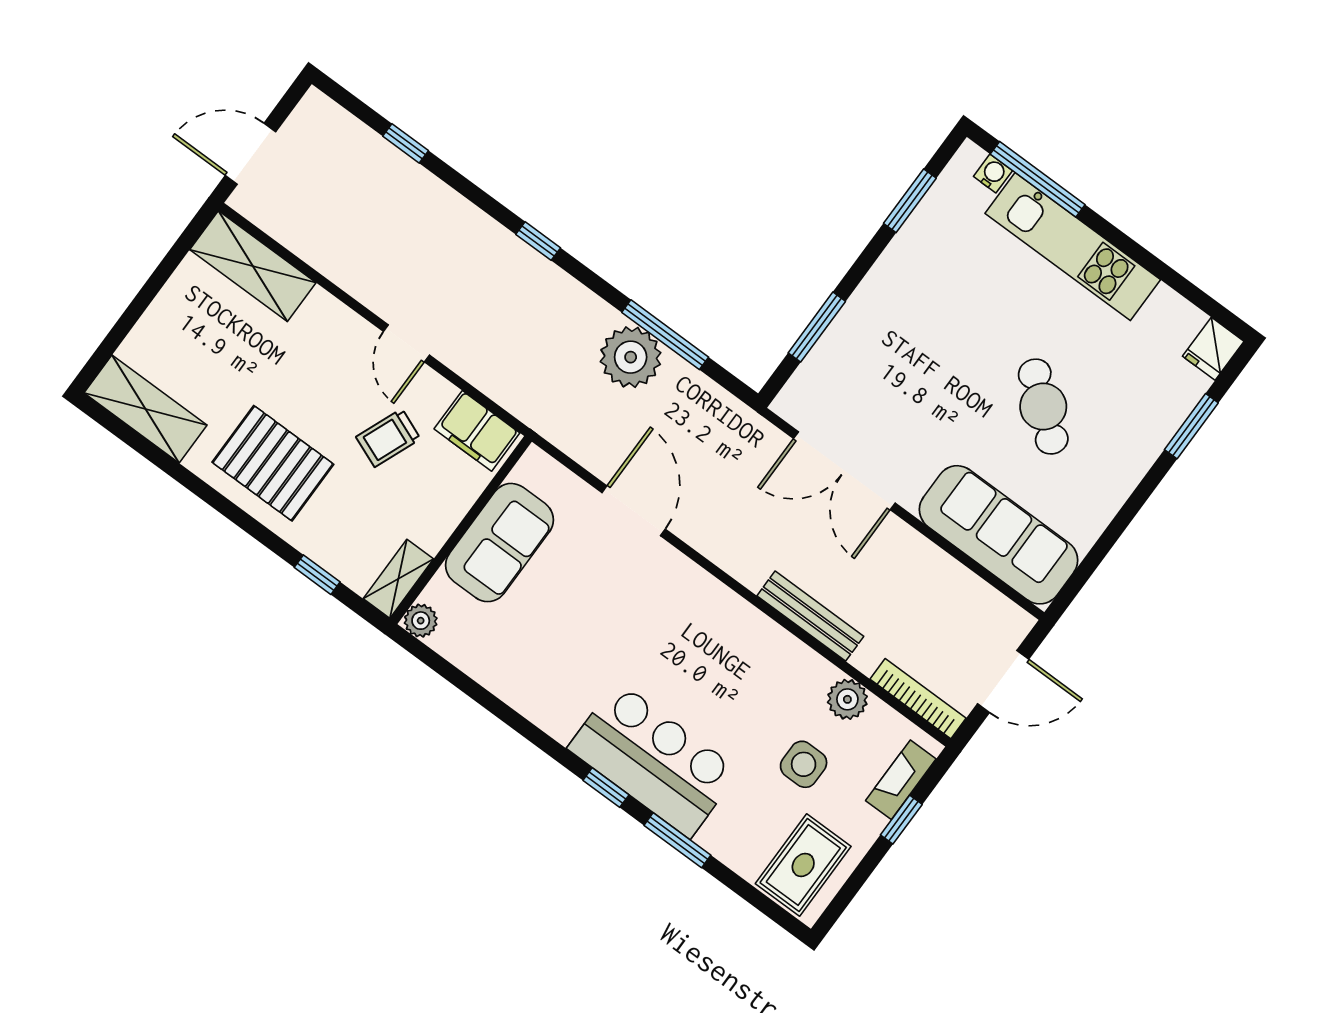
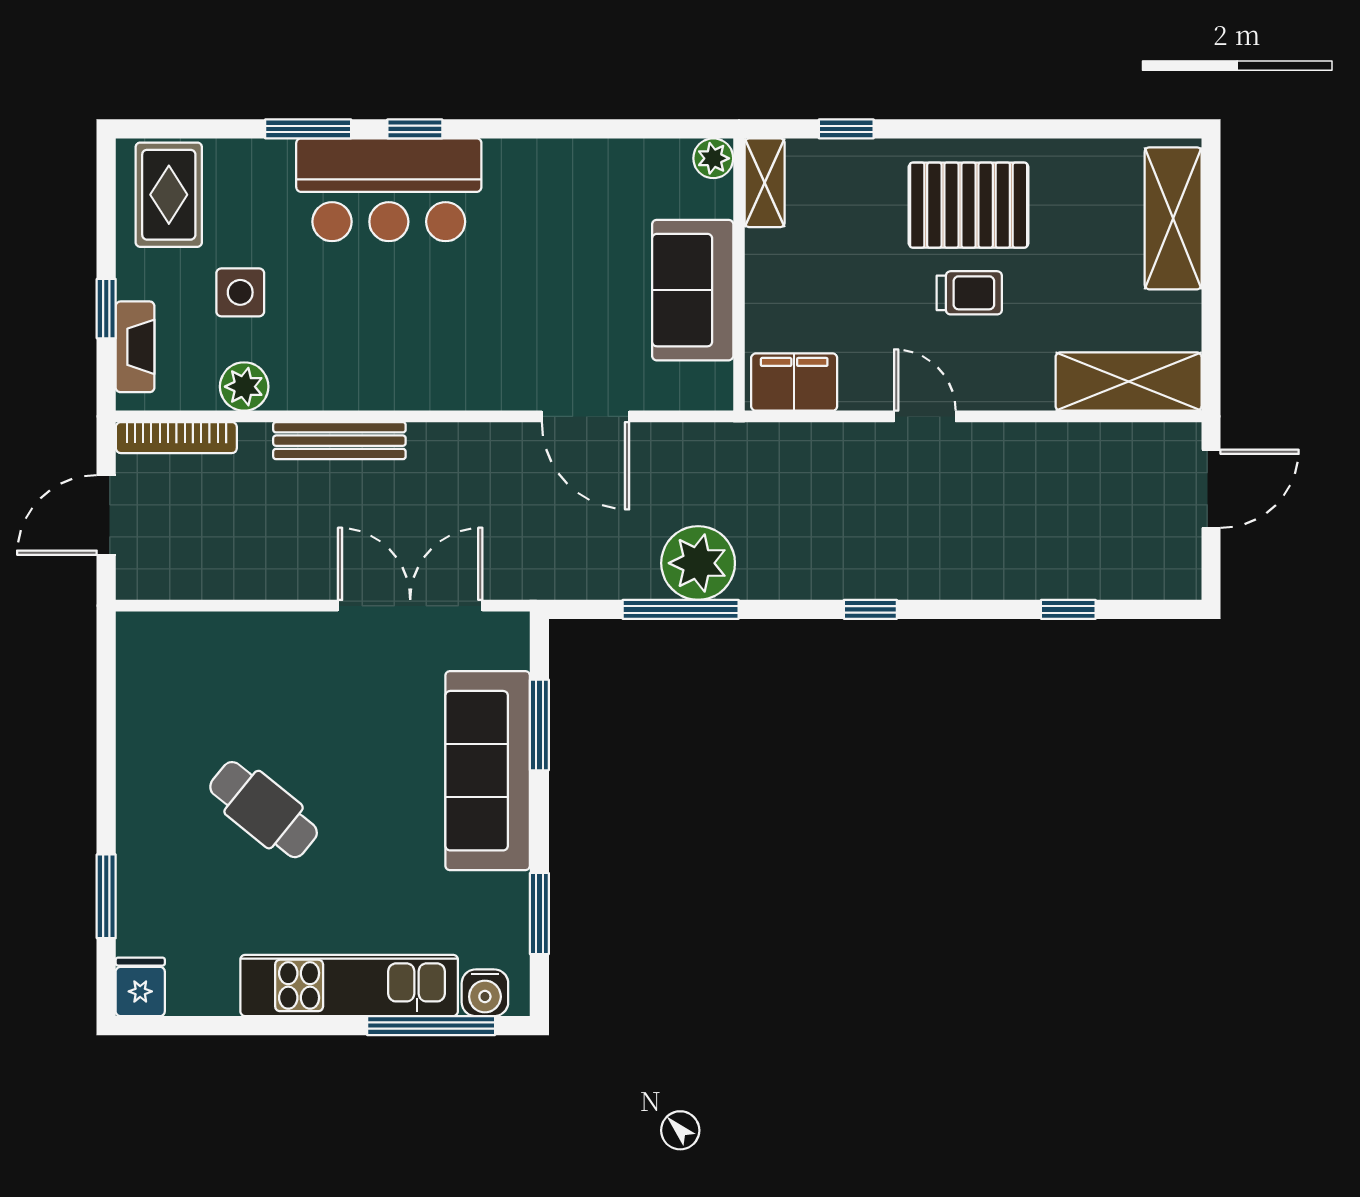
water cooler: (993, 173) -> (485, 993), width x1.38, depth x1.38
shelving: (145, 409) -> (1173, 218), moved, turned 90
trolley: (388, 438) -> (969, 293), moved, turned 68
sofa: (999, 535) -> (488, 771), moved, turned 90

